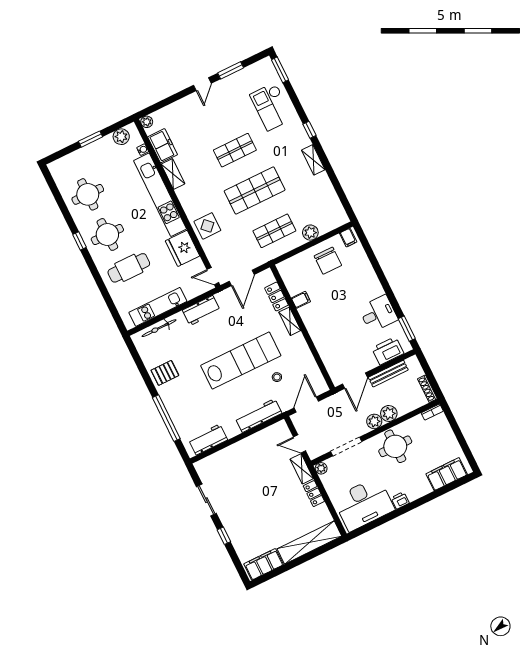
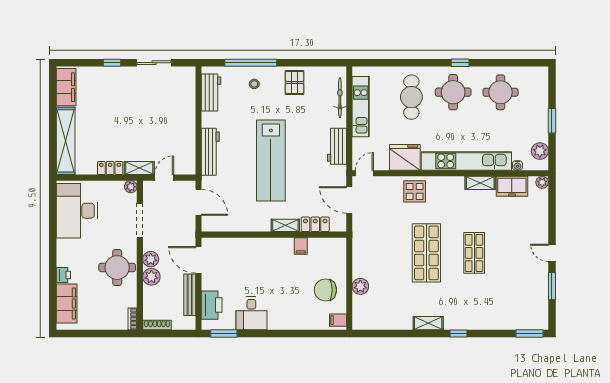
checkout: (271, 107) -> (498, 308), removed
shop shelf: (274, 231) -> (379, 253), removed
stool: (277, 377) -> (254, 84), moved
printer: (400, 500) -> (63, 275), moved

